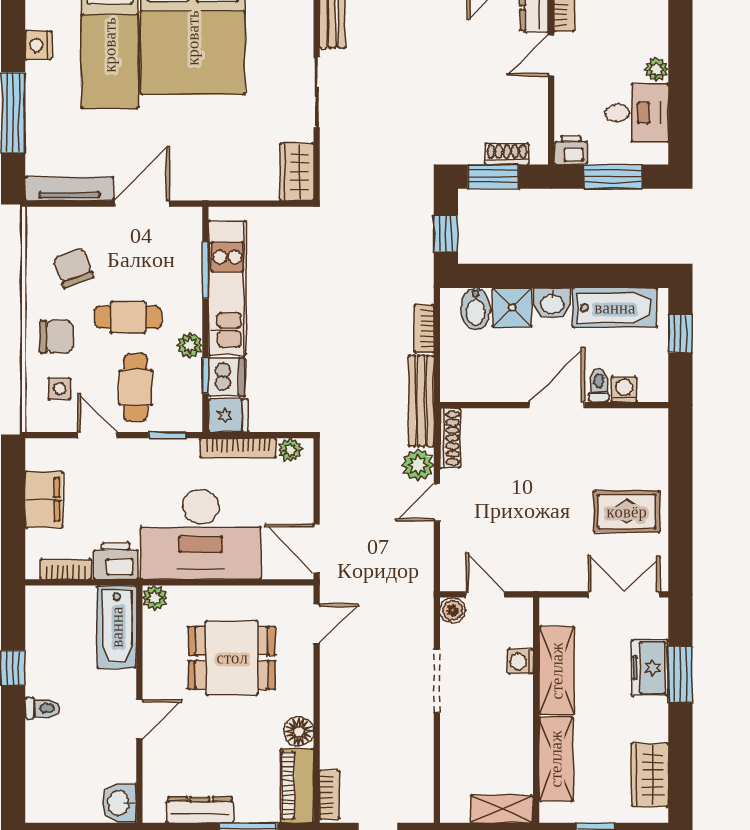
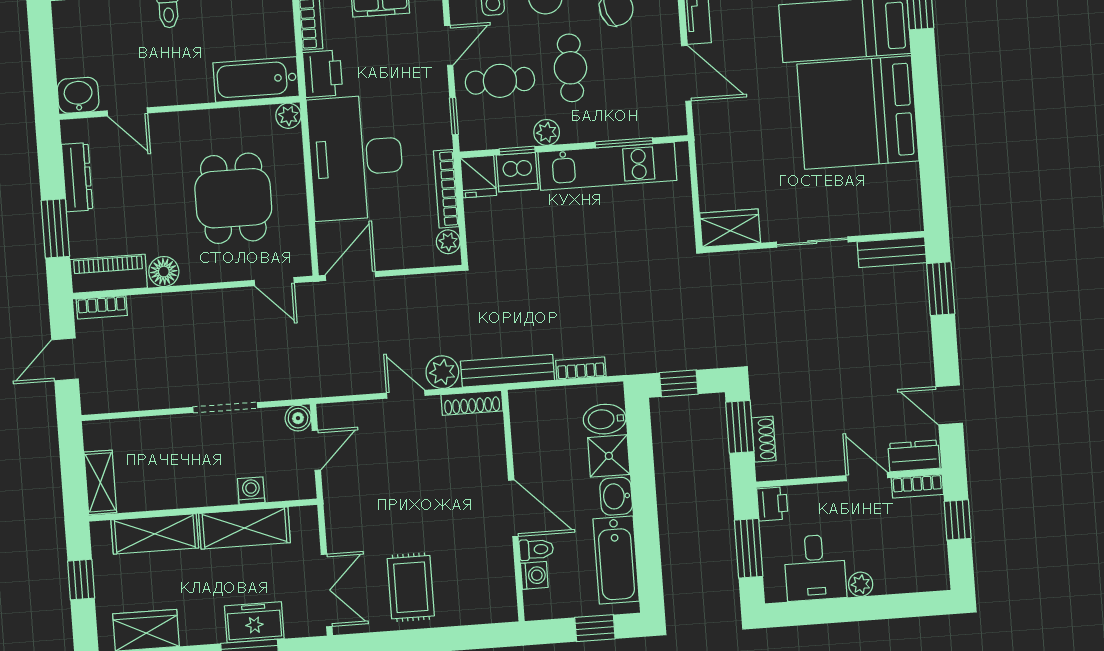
door: (139, 719) -> (127, 112), moved

